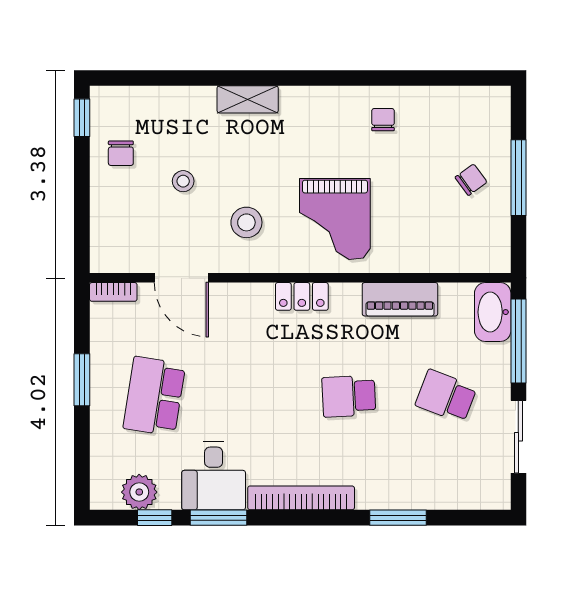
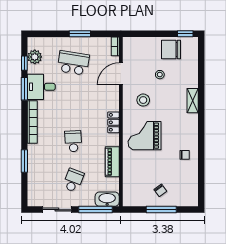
chair: (121, 153) -> (171, 50), width x1.87, depth x1.87

